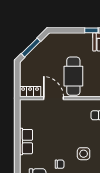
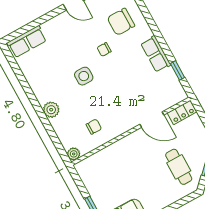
cafe table: (73, 76) -> (179, 167), moved, width x0.73, depth x0.74
window: (17, 122) -> (177, 70), added

